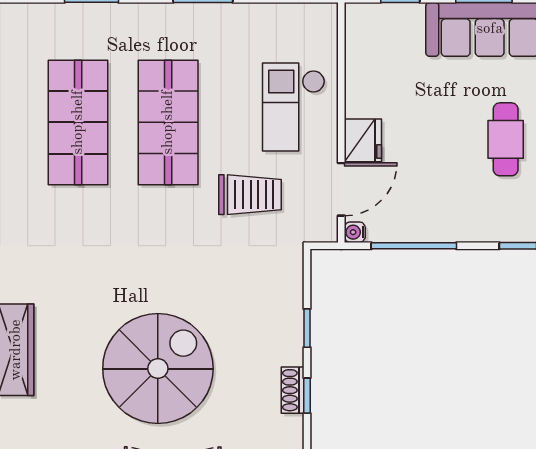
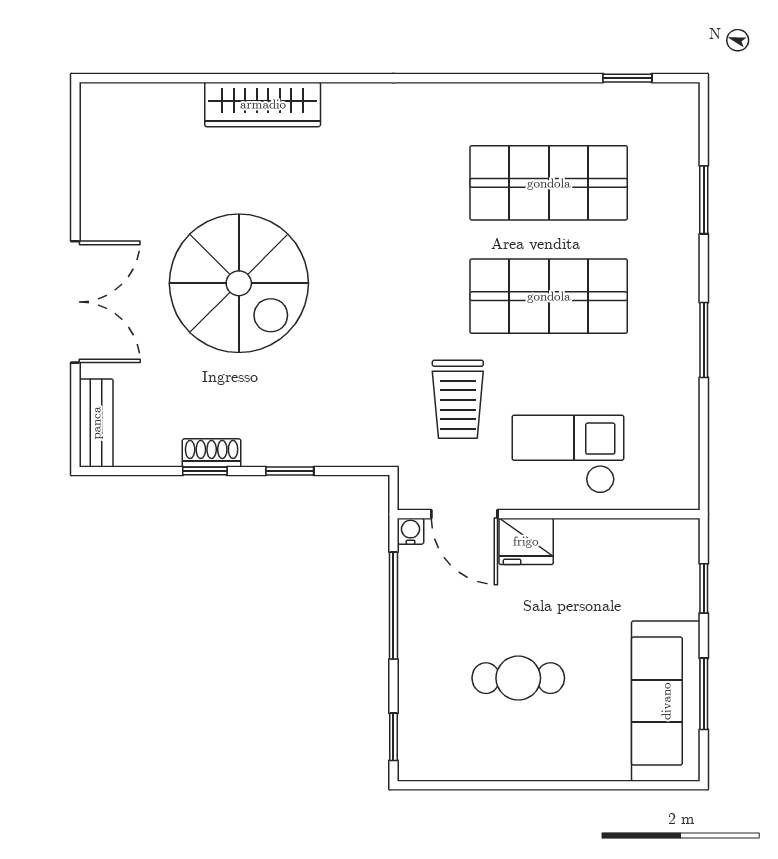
cafe table: (506, 139) -> (518, 678), moved

